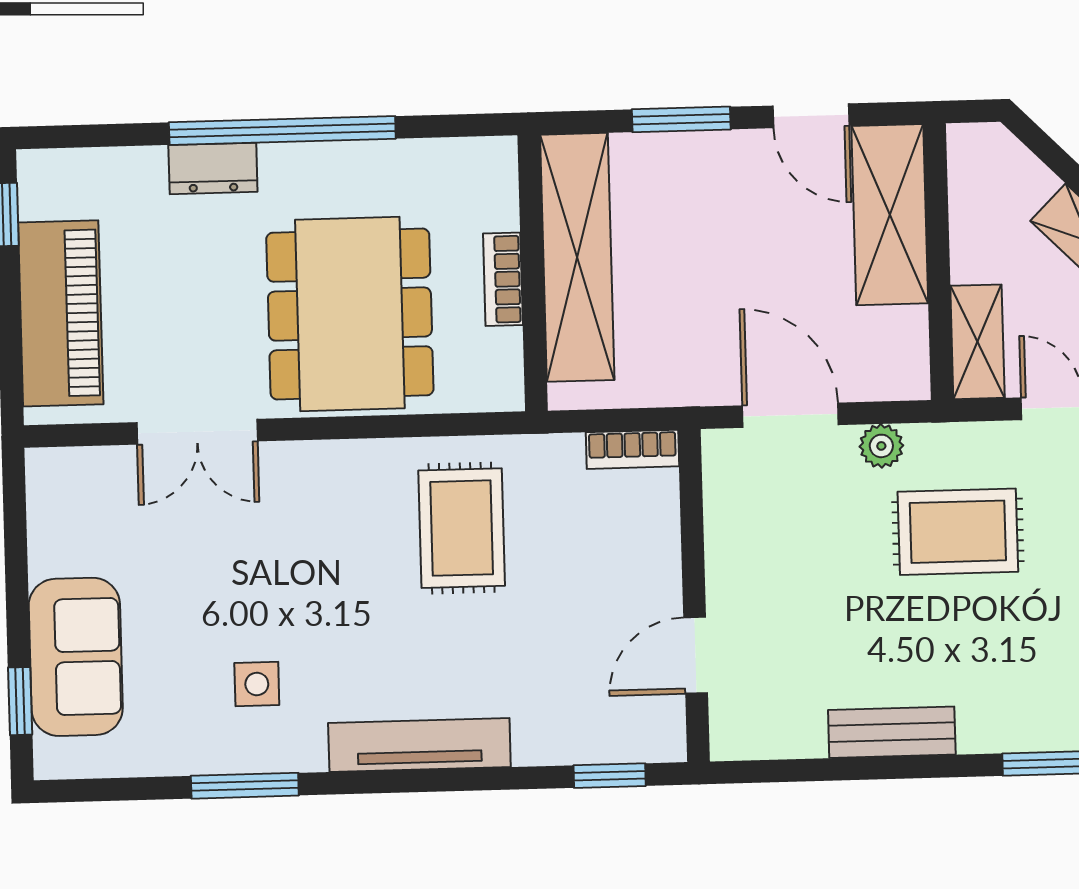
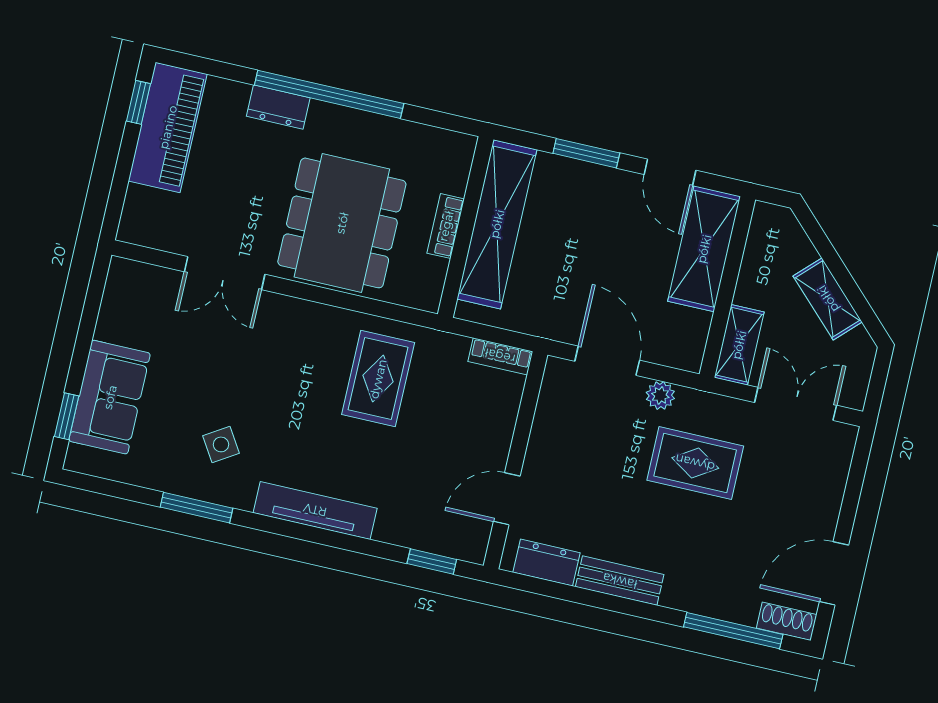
piano: (61, 313) -> (168, 127), moved
side table: (257, 684) -> (221, 444), turned -32
dresser: (778, 734) -> (546, 562), added

